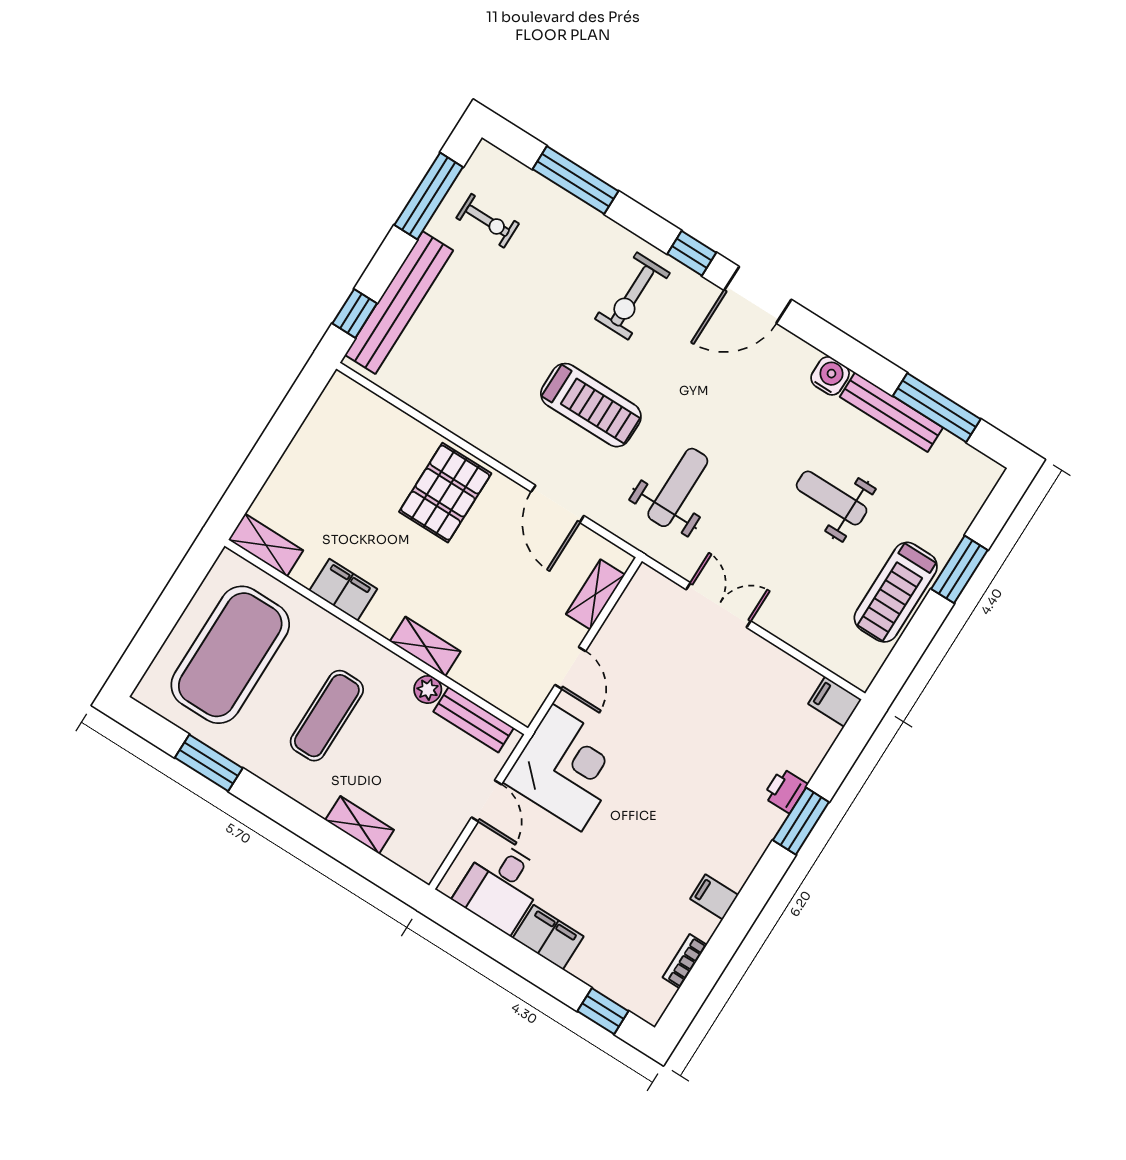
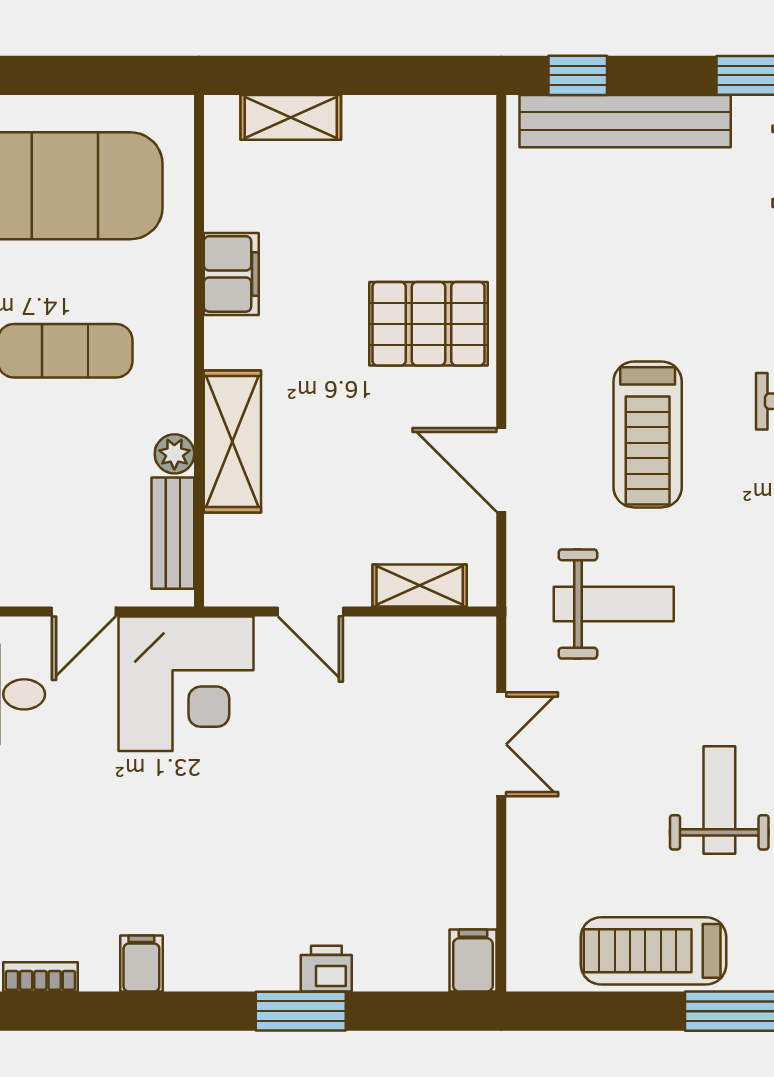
door: (558, 504) -> (501, 470), hinge flipped
shelving: (266, 545) -> (291, 117), moved, turned 90
shelving: (425, 646) -> (232, 441), width x1.50, depth x1.33
door: (570, 668) -> (310, 612), hinge flipped

